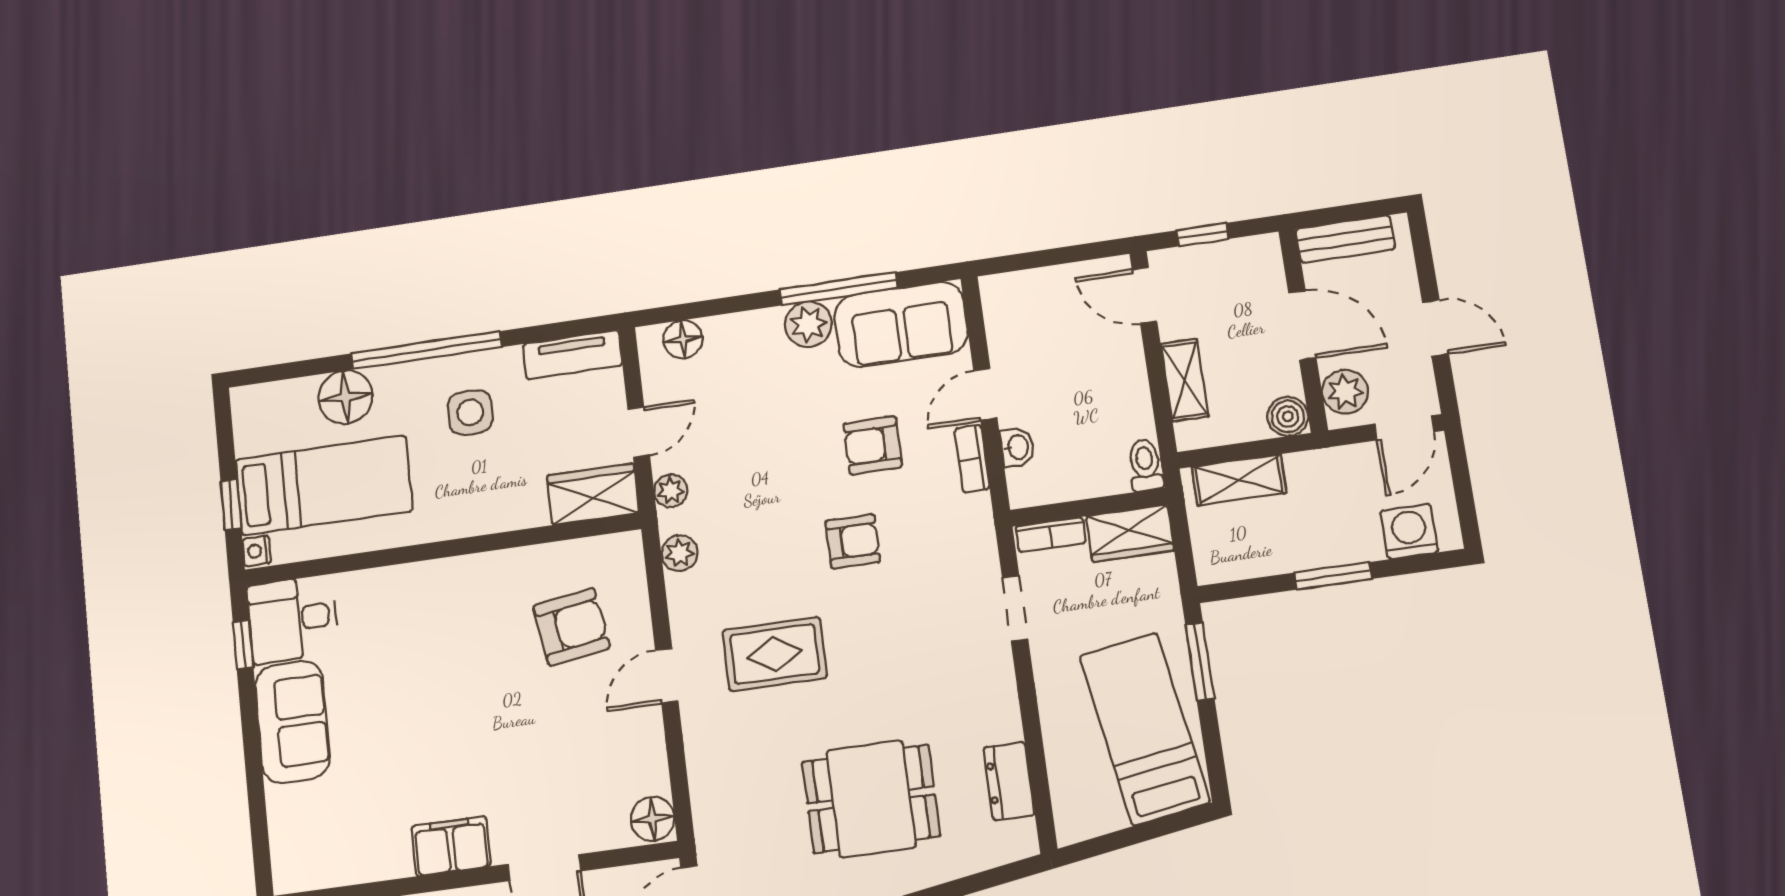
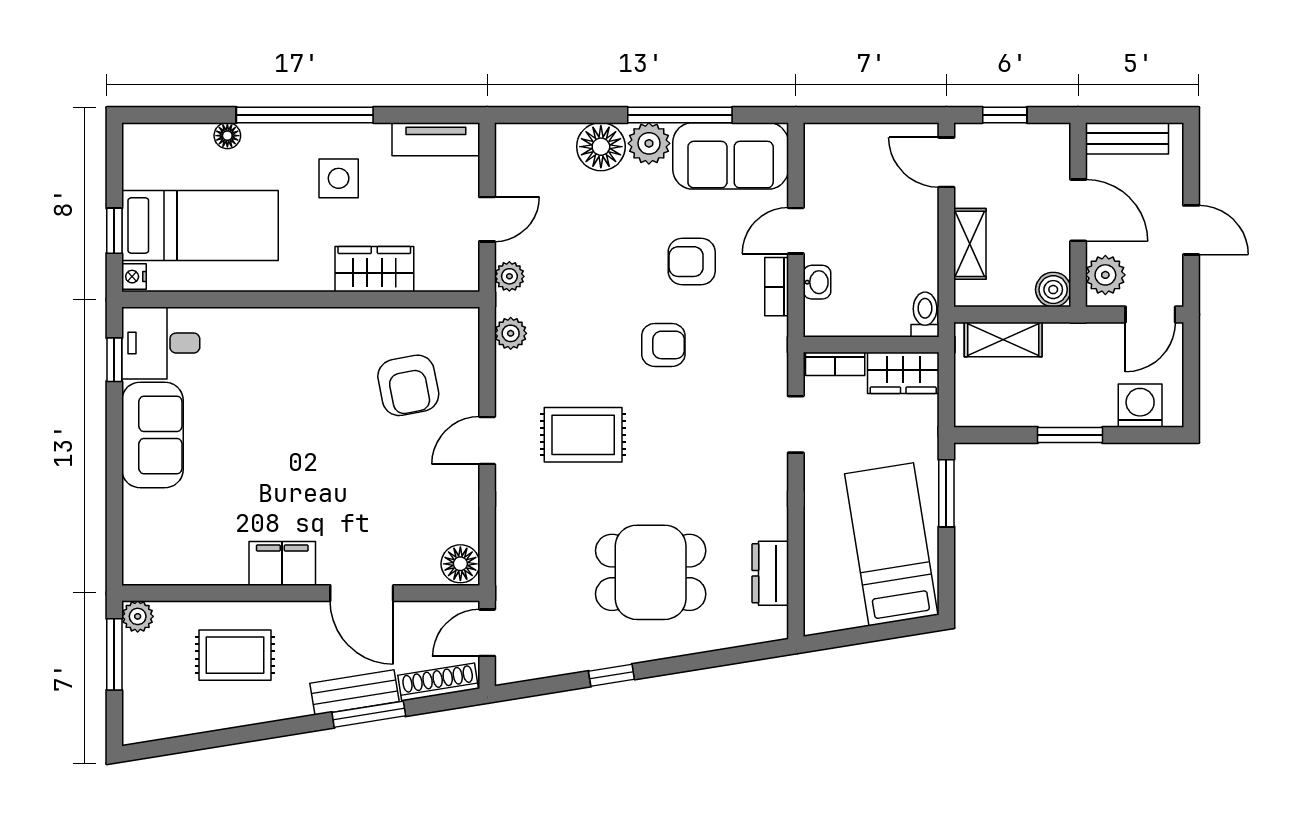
floor lamp: (683, 339) -> (601, 147), moved, width x1.38, depth x1.38
floor lamp: (346, 397) -> (227, 136), width x0.53, depth x0.53
wardrobe: (593, 494) -> (374, 269), moved
armchair: (571, 627) -> (408, 385), turned 88

